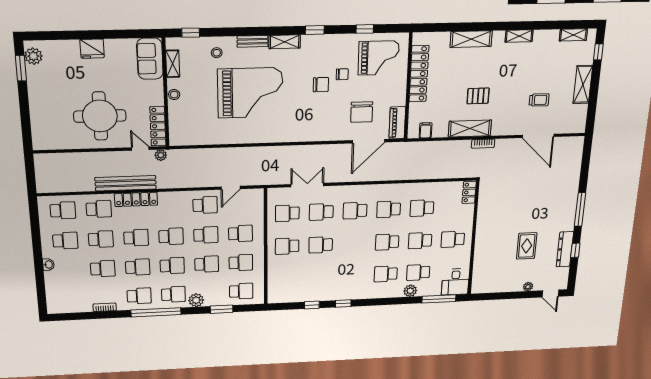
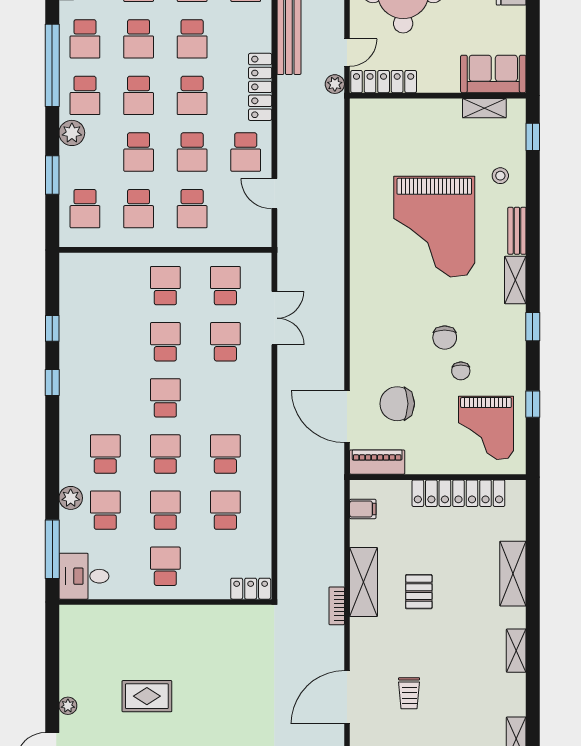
stool: (174, 95) -> (435, 109), removed
locker: (136, 199) -> (260, 87), moved
school desk: (355, 211) -> (165, 398), moved

